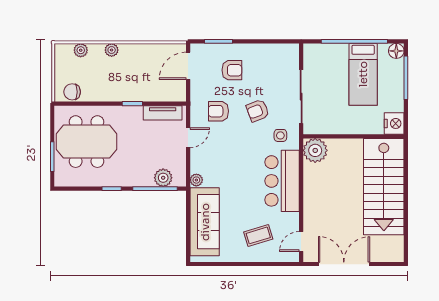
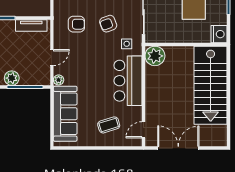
armchair: (218, 111) -> (76, 24), turned 180
door: (188, 138) -> (52, 58), moved
plant: (163, 178) -> (12, 78), moved

